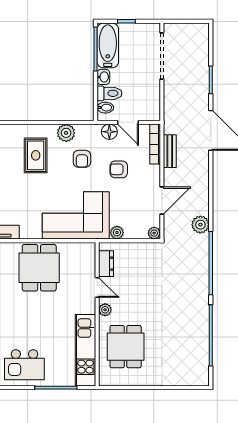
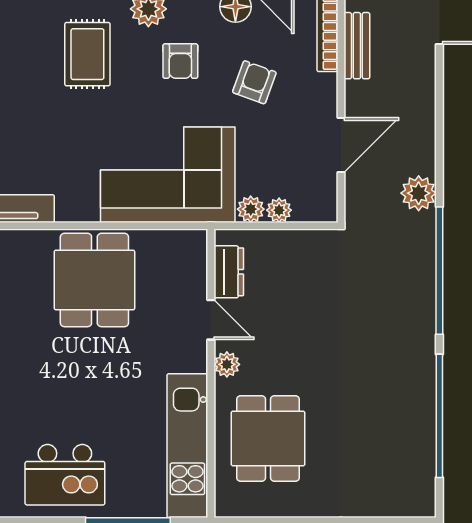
armchair: (119, 169) -> (254, 82), turned 109
plant: (154, 233) -> (279, 210), moved

